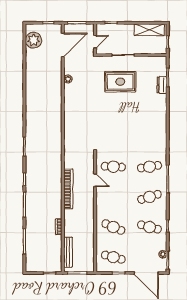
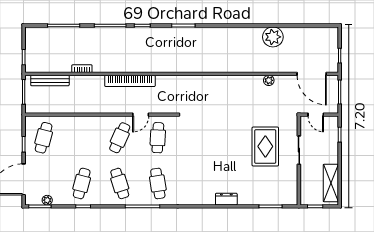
plant: (34, 40) -> (273, 37), moved
dresser: (162, 85) -> (226, 199), moved
cafe table: (113, 227) -> (120, 138), moved

